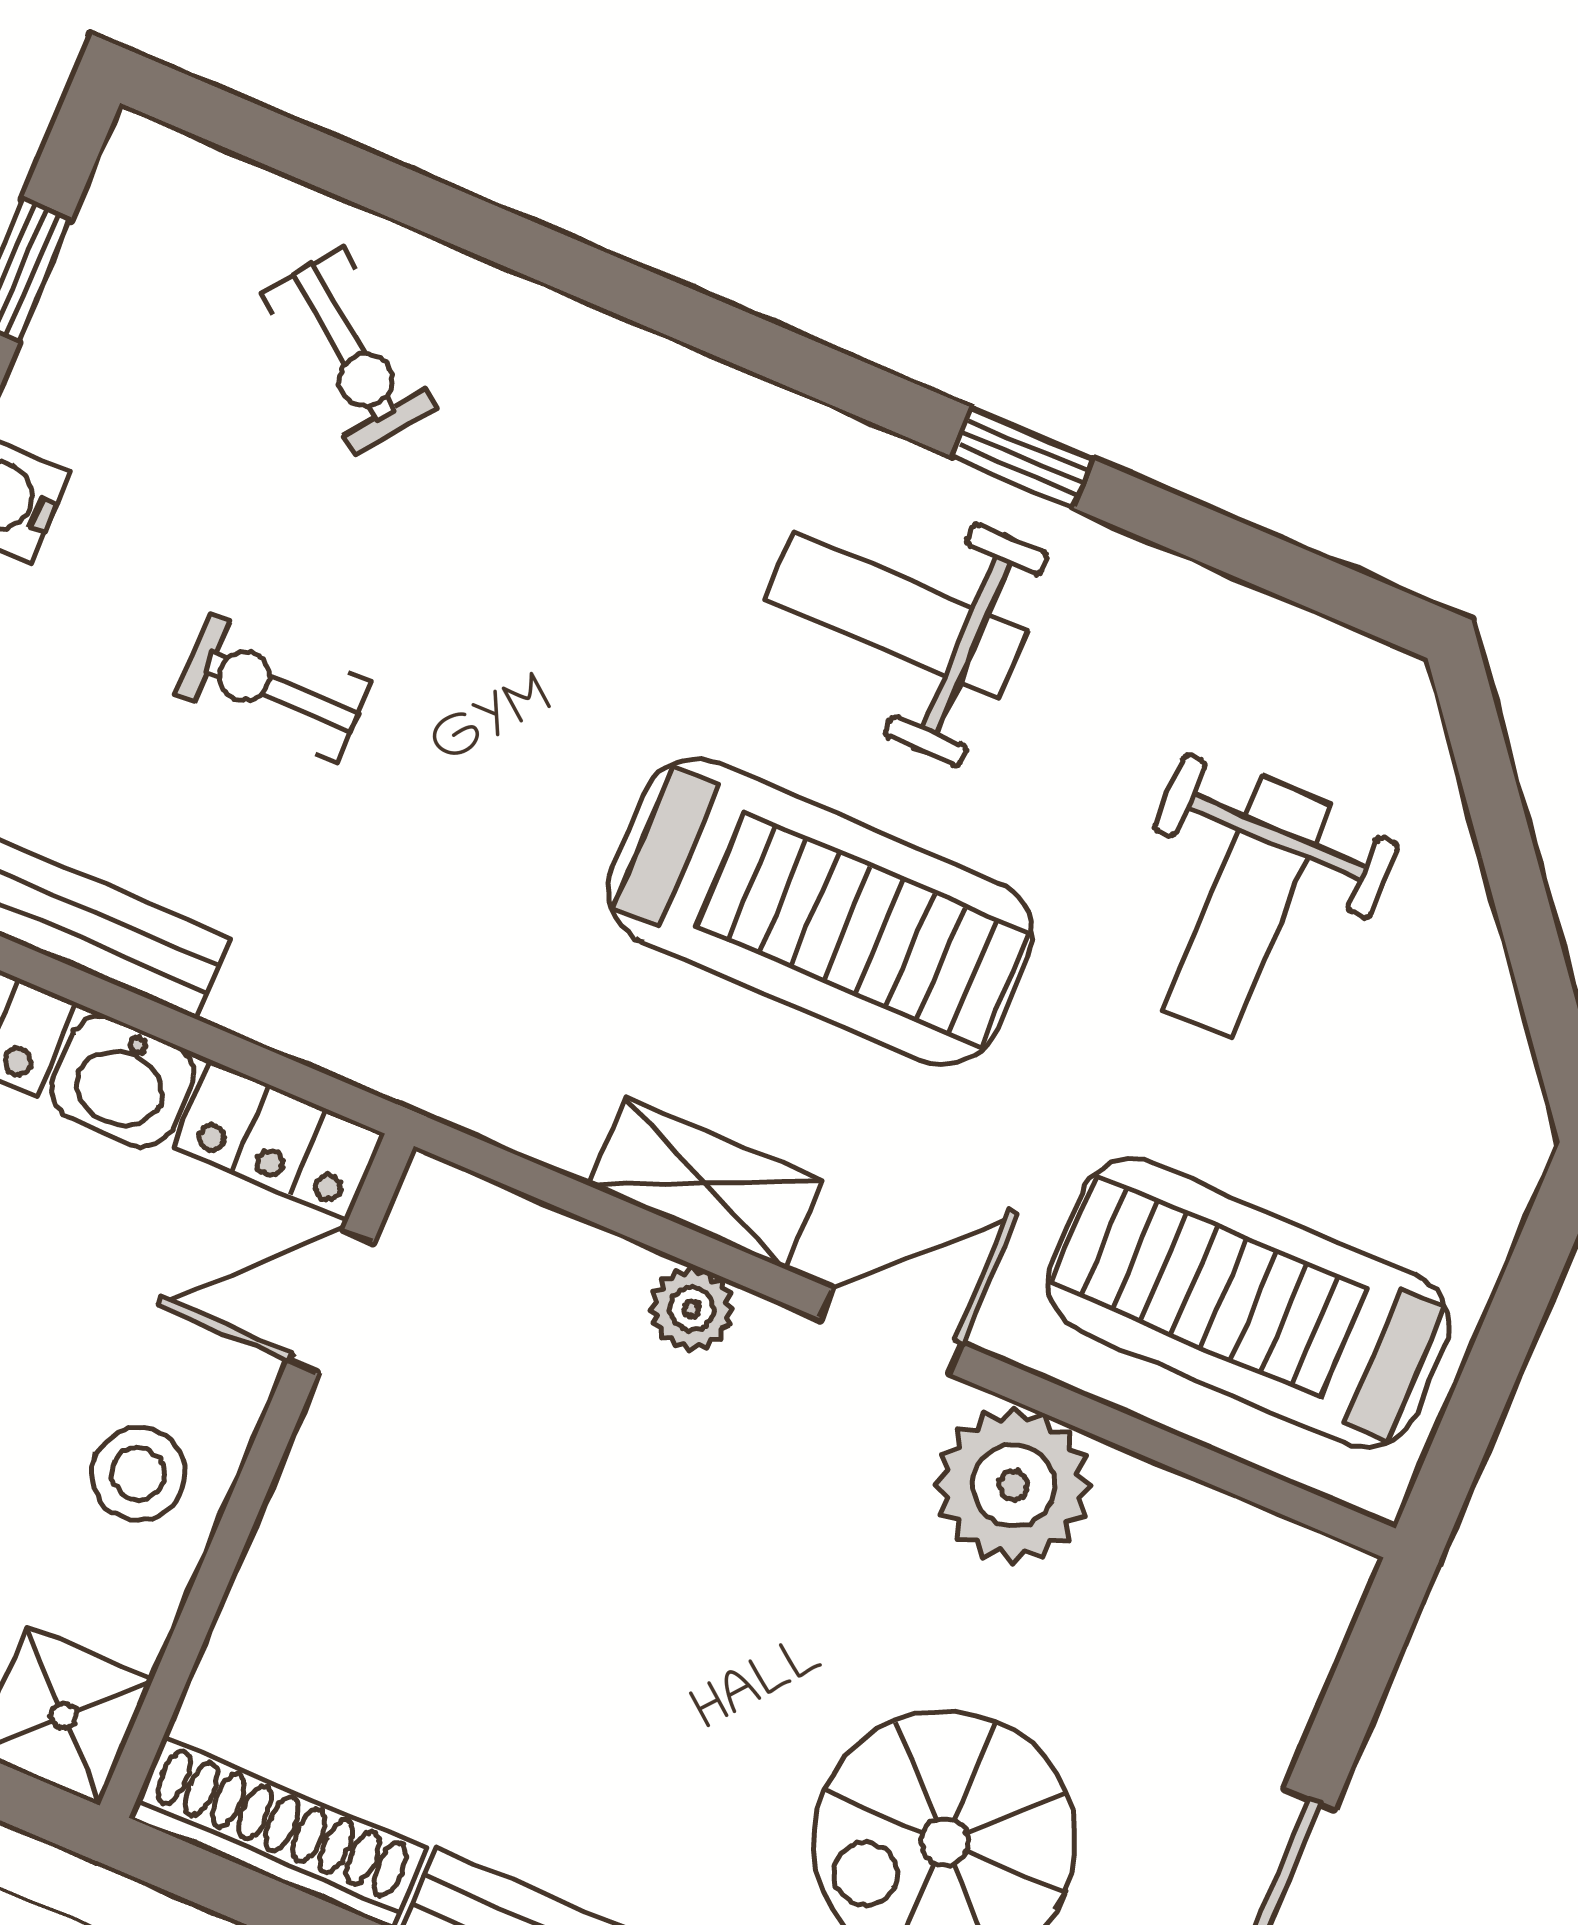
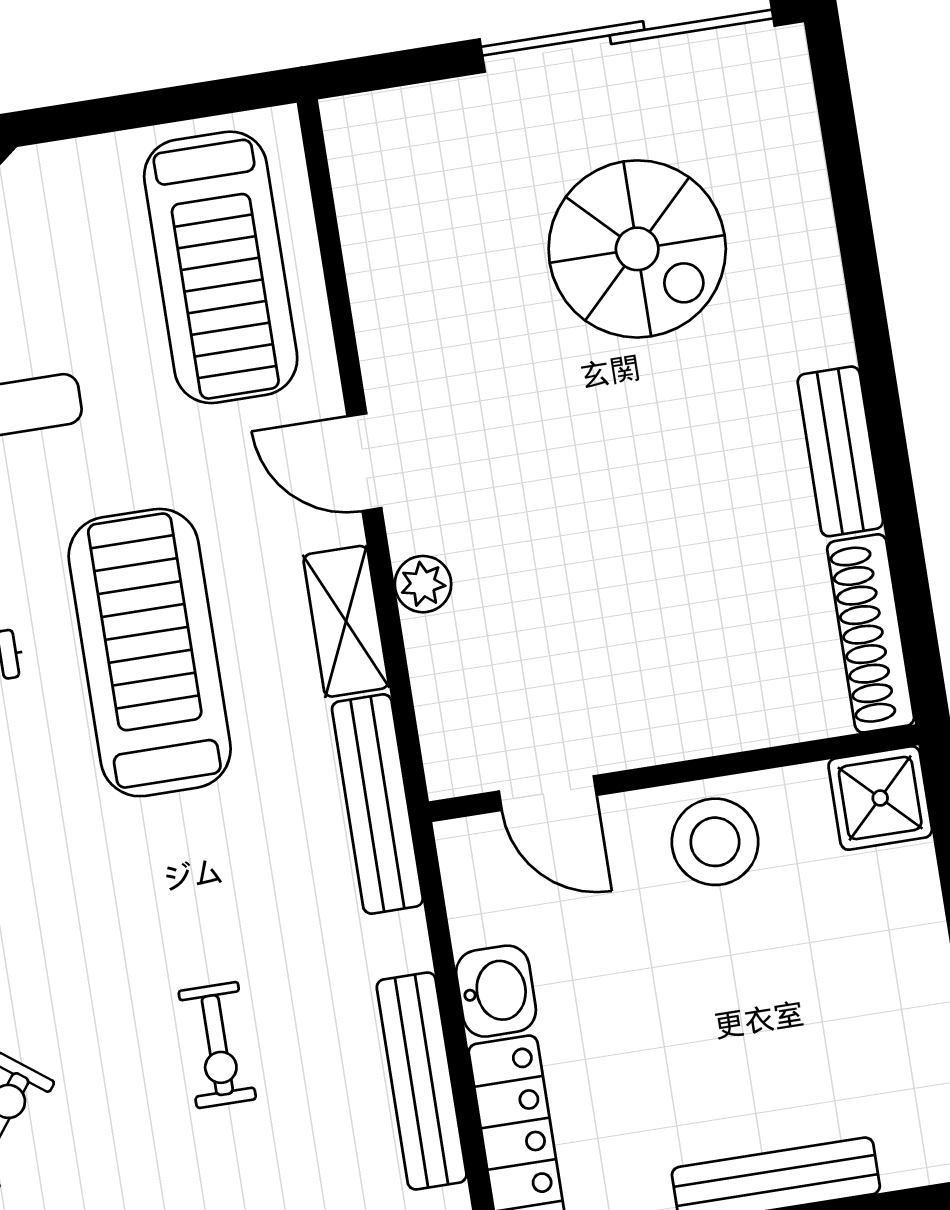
bench: (451, 1079) -> (377, 804), added
locker: (279, 1141) -> (474, 880), removed
stool: (138, 1474) -> (715, 842), width x1.38, depth x1.38
plant: (1013, 1485) -> (409, 337), removed

